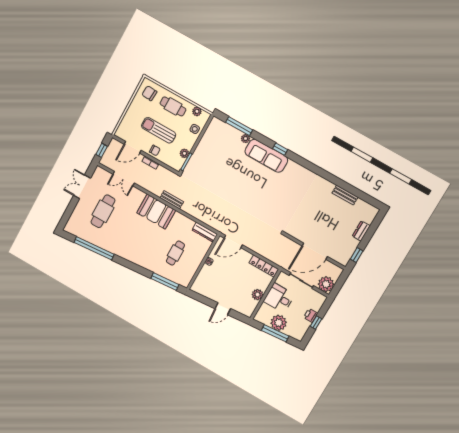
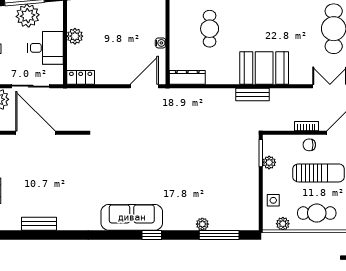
sofa: (266, 156) -> (132, 217), moved
door: (315, 251) -> (35, 133), hinge flipped
locker: (264, 266) -> (81, 77), width x0.66

